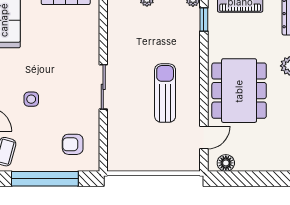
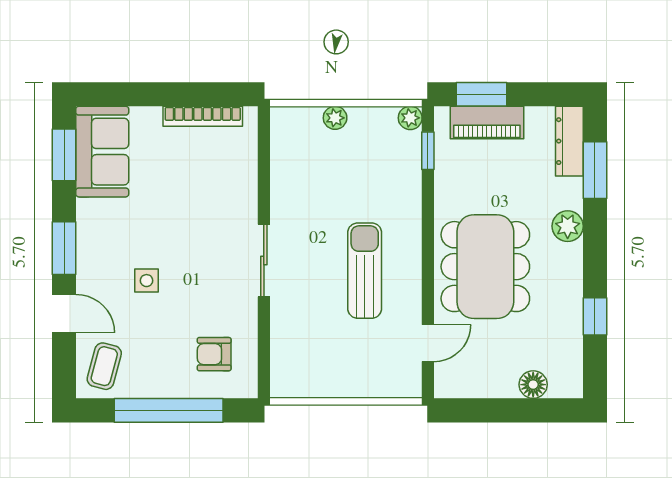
floor lamp: (226, 163) -> (533, 385), moved

